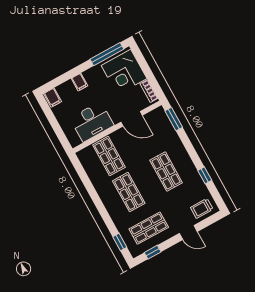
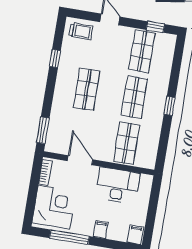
window: (107, 54) -> (69, 237), moved
shop shelf: (149, 228) -> (142, 51), turned 90
window: (120, 242) -> (170, 106), moved

